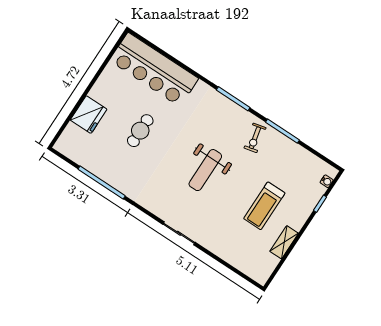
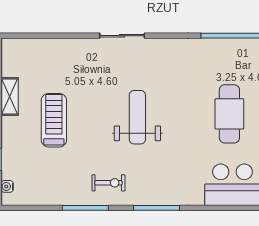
cafe table: (140, 131) -> (229, 114), width x1.37, depth x1.35
exercise bike: (255, 138) -> (109, 183), turned 103

